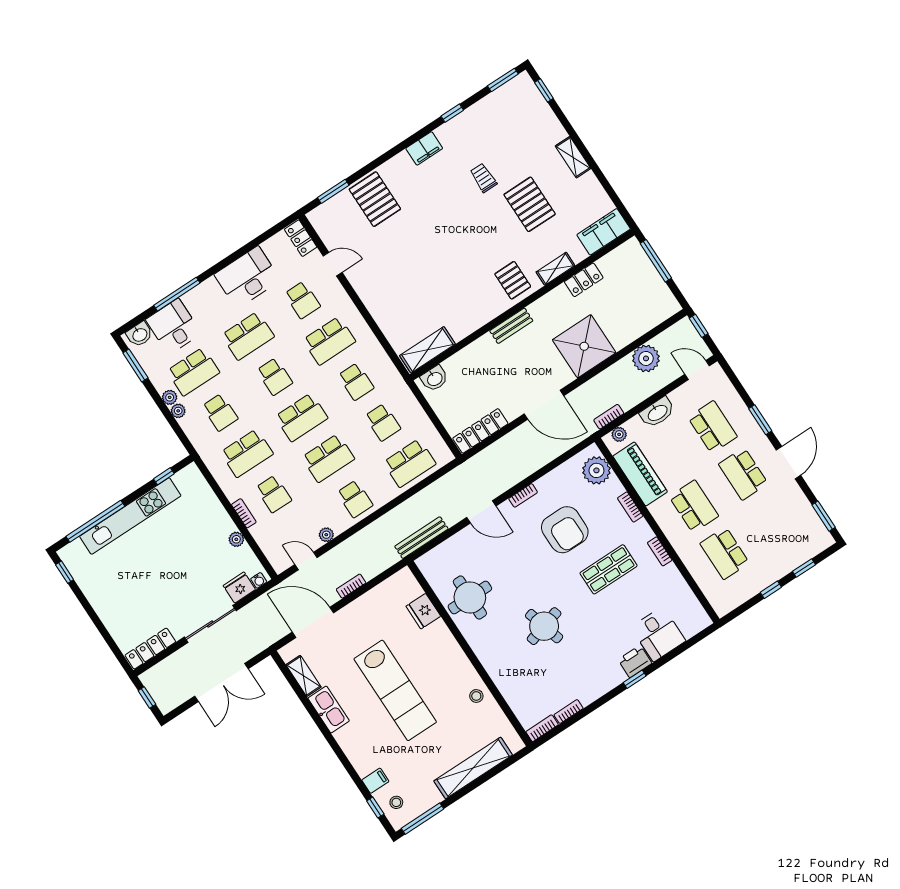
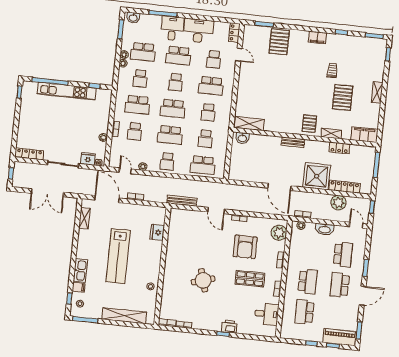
desk: (174, 326) -> (172, 28), moved
locker: (480, 431) -> (344, 187), moved
piano: (640, 474) -> (340, 337), moved, turned -90
round table: (470, 598) -> (182, 243), removed
desk: (658, 634) -> (267, 314), moved, turned -90
kitchen sink: (329, 709) -> (80, 270), moved

